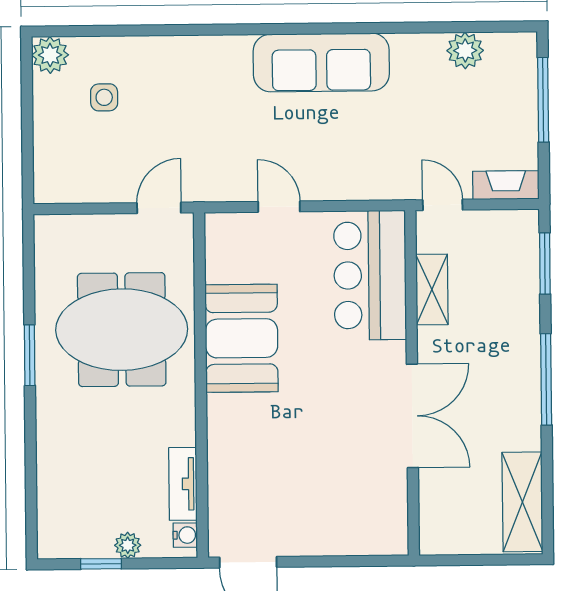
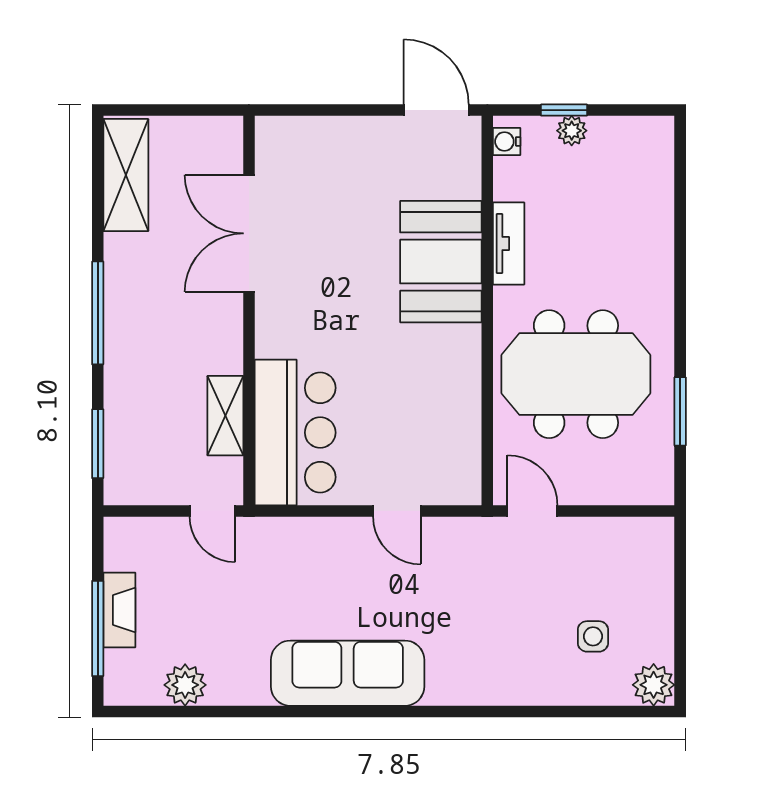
fireplace: (506, 185) -> (119, 610), moved, turned -90
door: (159, 208) -> (532, 511), swing flipped
booth: (242, 338) -> (441, 262), moved
window: (30, 355) -> (680, 411), moved
double door: (412, 416) -> (249, 233), moved
tv unit: (183, 484) -> (509, 243), moved
window: (101, 564) -> (564, 110), moved

